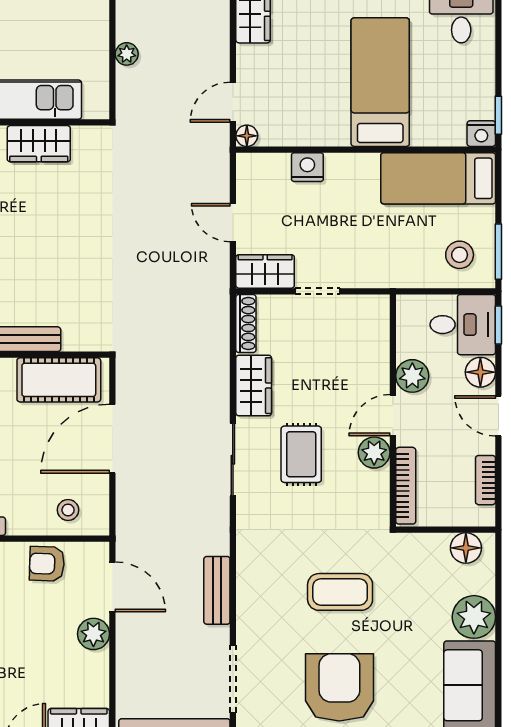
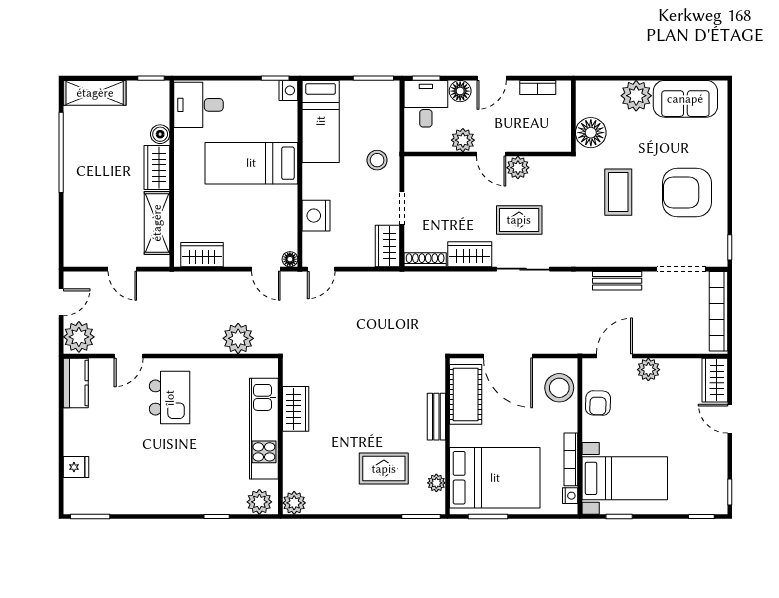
plant: (127, 54) -> (238, 338), width x1.87, depth x1.87
nightstand: (307, 167) -> (316, 216), width x1.36, depth x1.33
door: (233, 223) -> (321, 269), moved
stool: (460, 255) -> (377, 160), moved
bookcase: (406, 486) -> (542, 145), removed
stool: (68, 510) -> (559, 388), width x1.89, depth x1.89
floor lamp: (466, 548) -> (591, 133), moved, width x1.38, depth x1.38

